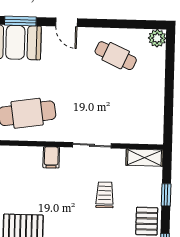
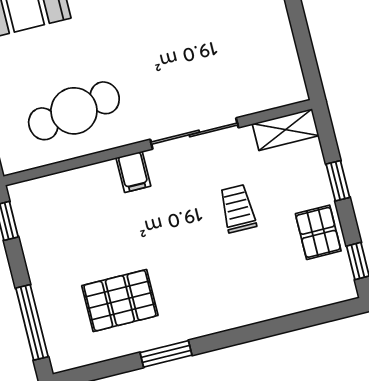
sliding door: (92, 145) -> (194, 134), width x1.37

